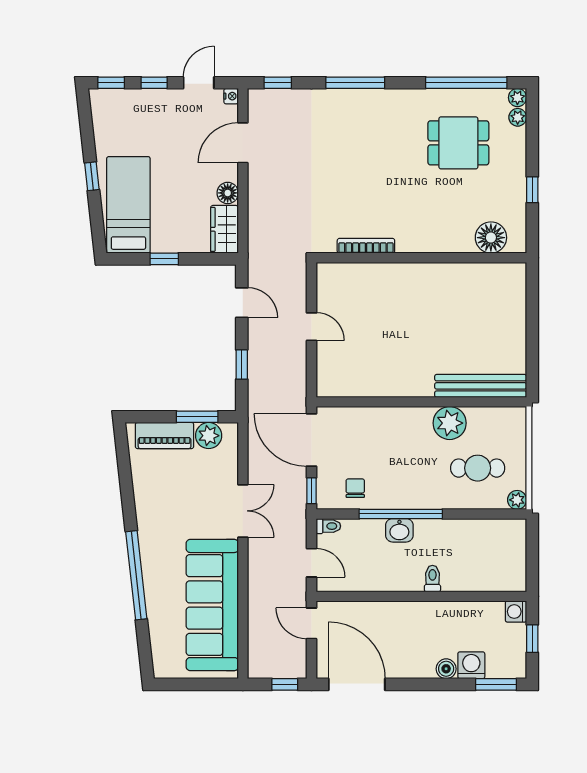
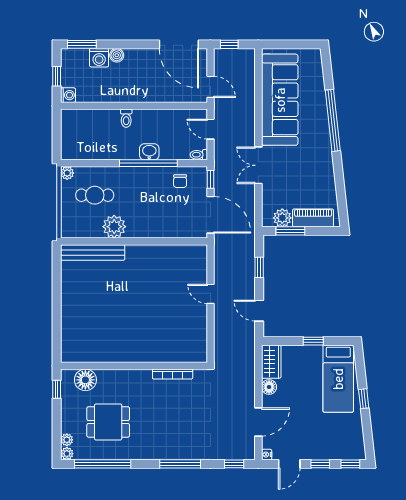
floor lamp: (491, 238) -> (85, 380), moved
bookcase: (366, 246) -> (173, 374), moved
wall: (421, 258) -> (134, 366), moved

